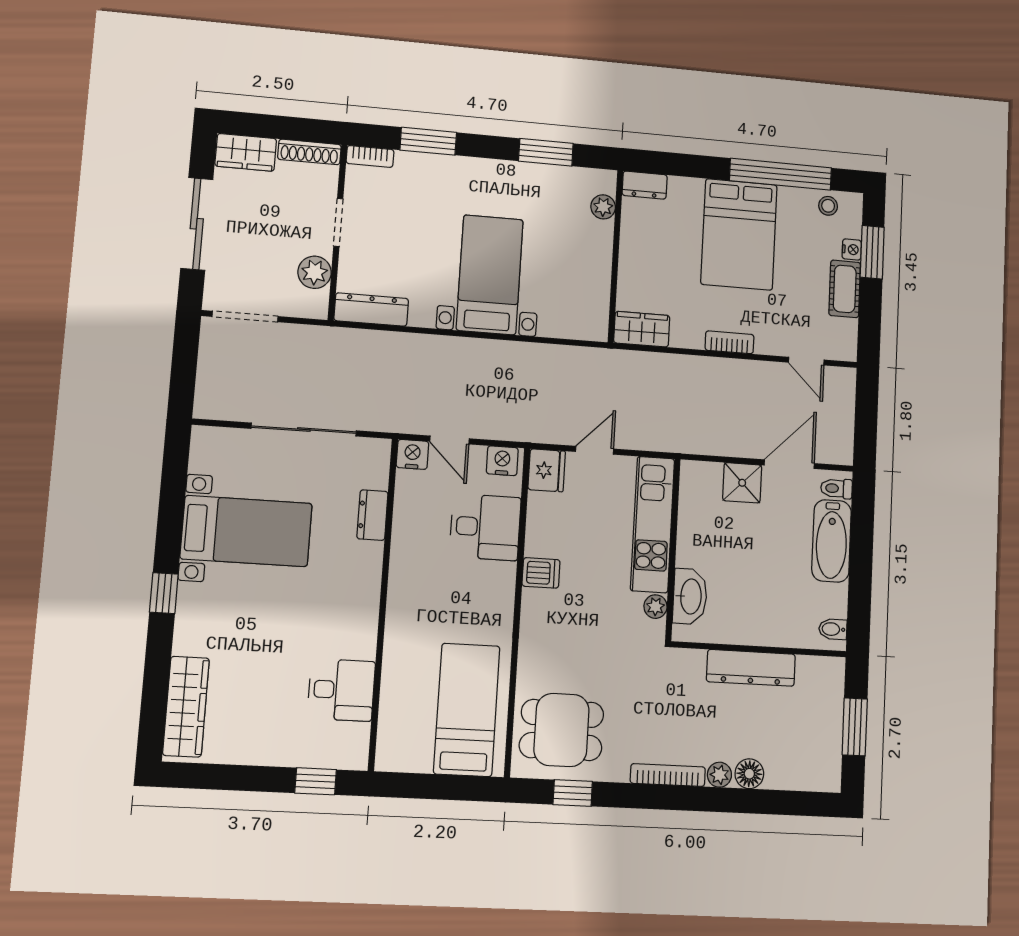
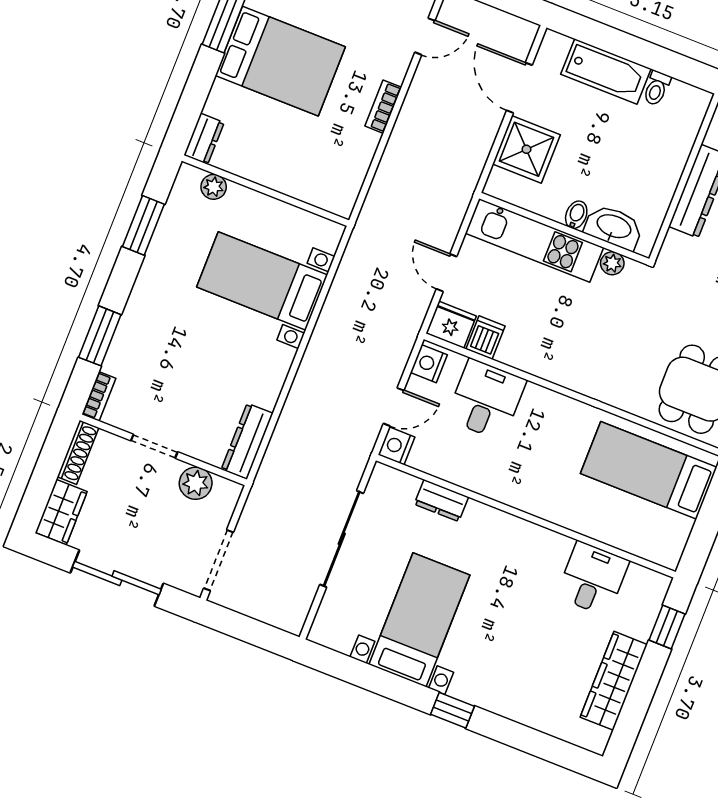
bed with nightstands: (490, 275) -> (262, 281), moved
wardrobe: (642, 329) -> (344, 189), removed
shower: (742, 483) -> (526, 149), width x1.36, depth x1.36
toilet: (836, 488) -> (657, 88), moved
dishwasher: (541, 573) -> (485, 338), moved
bidet: (833, 629) -> (576, 215), moved, turned 180
wardrobe: (186, 707) -> (614, 681), moved, turned -90

